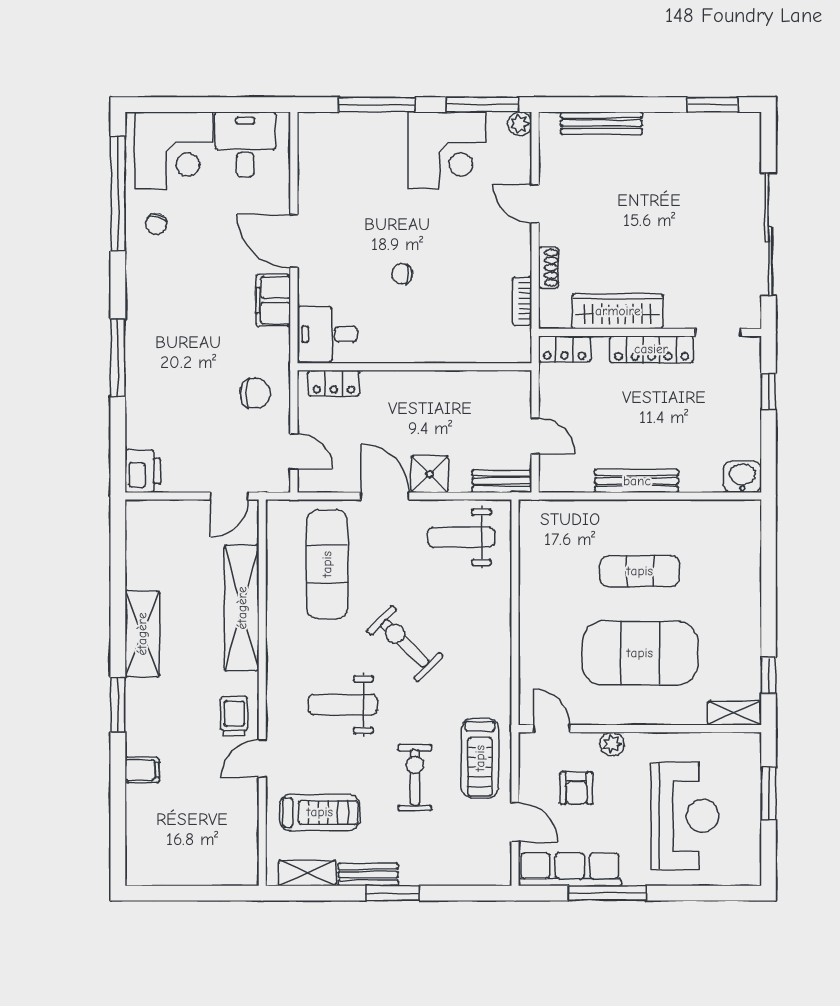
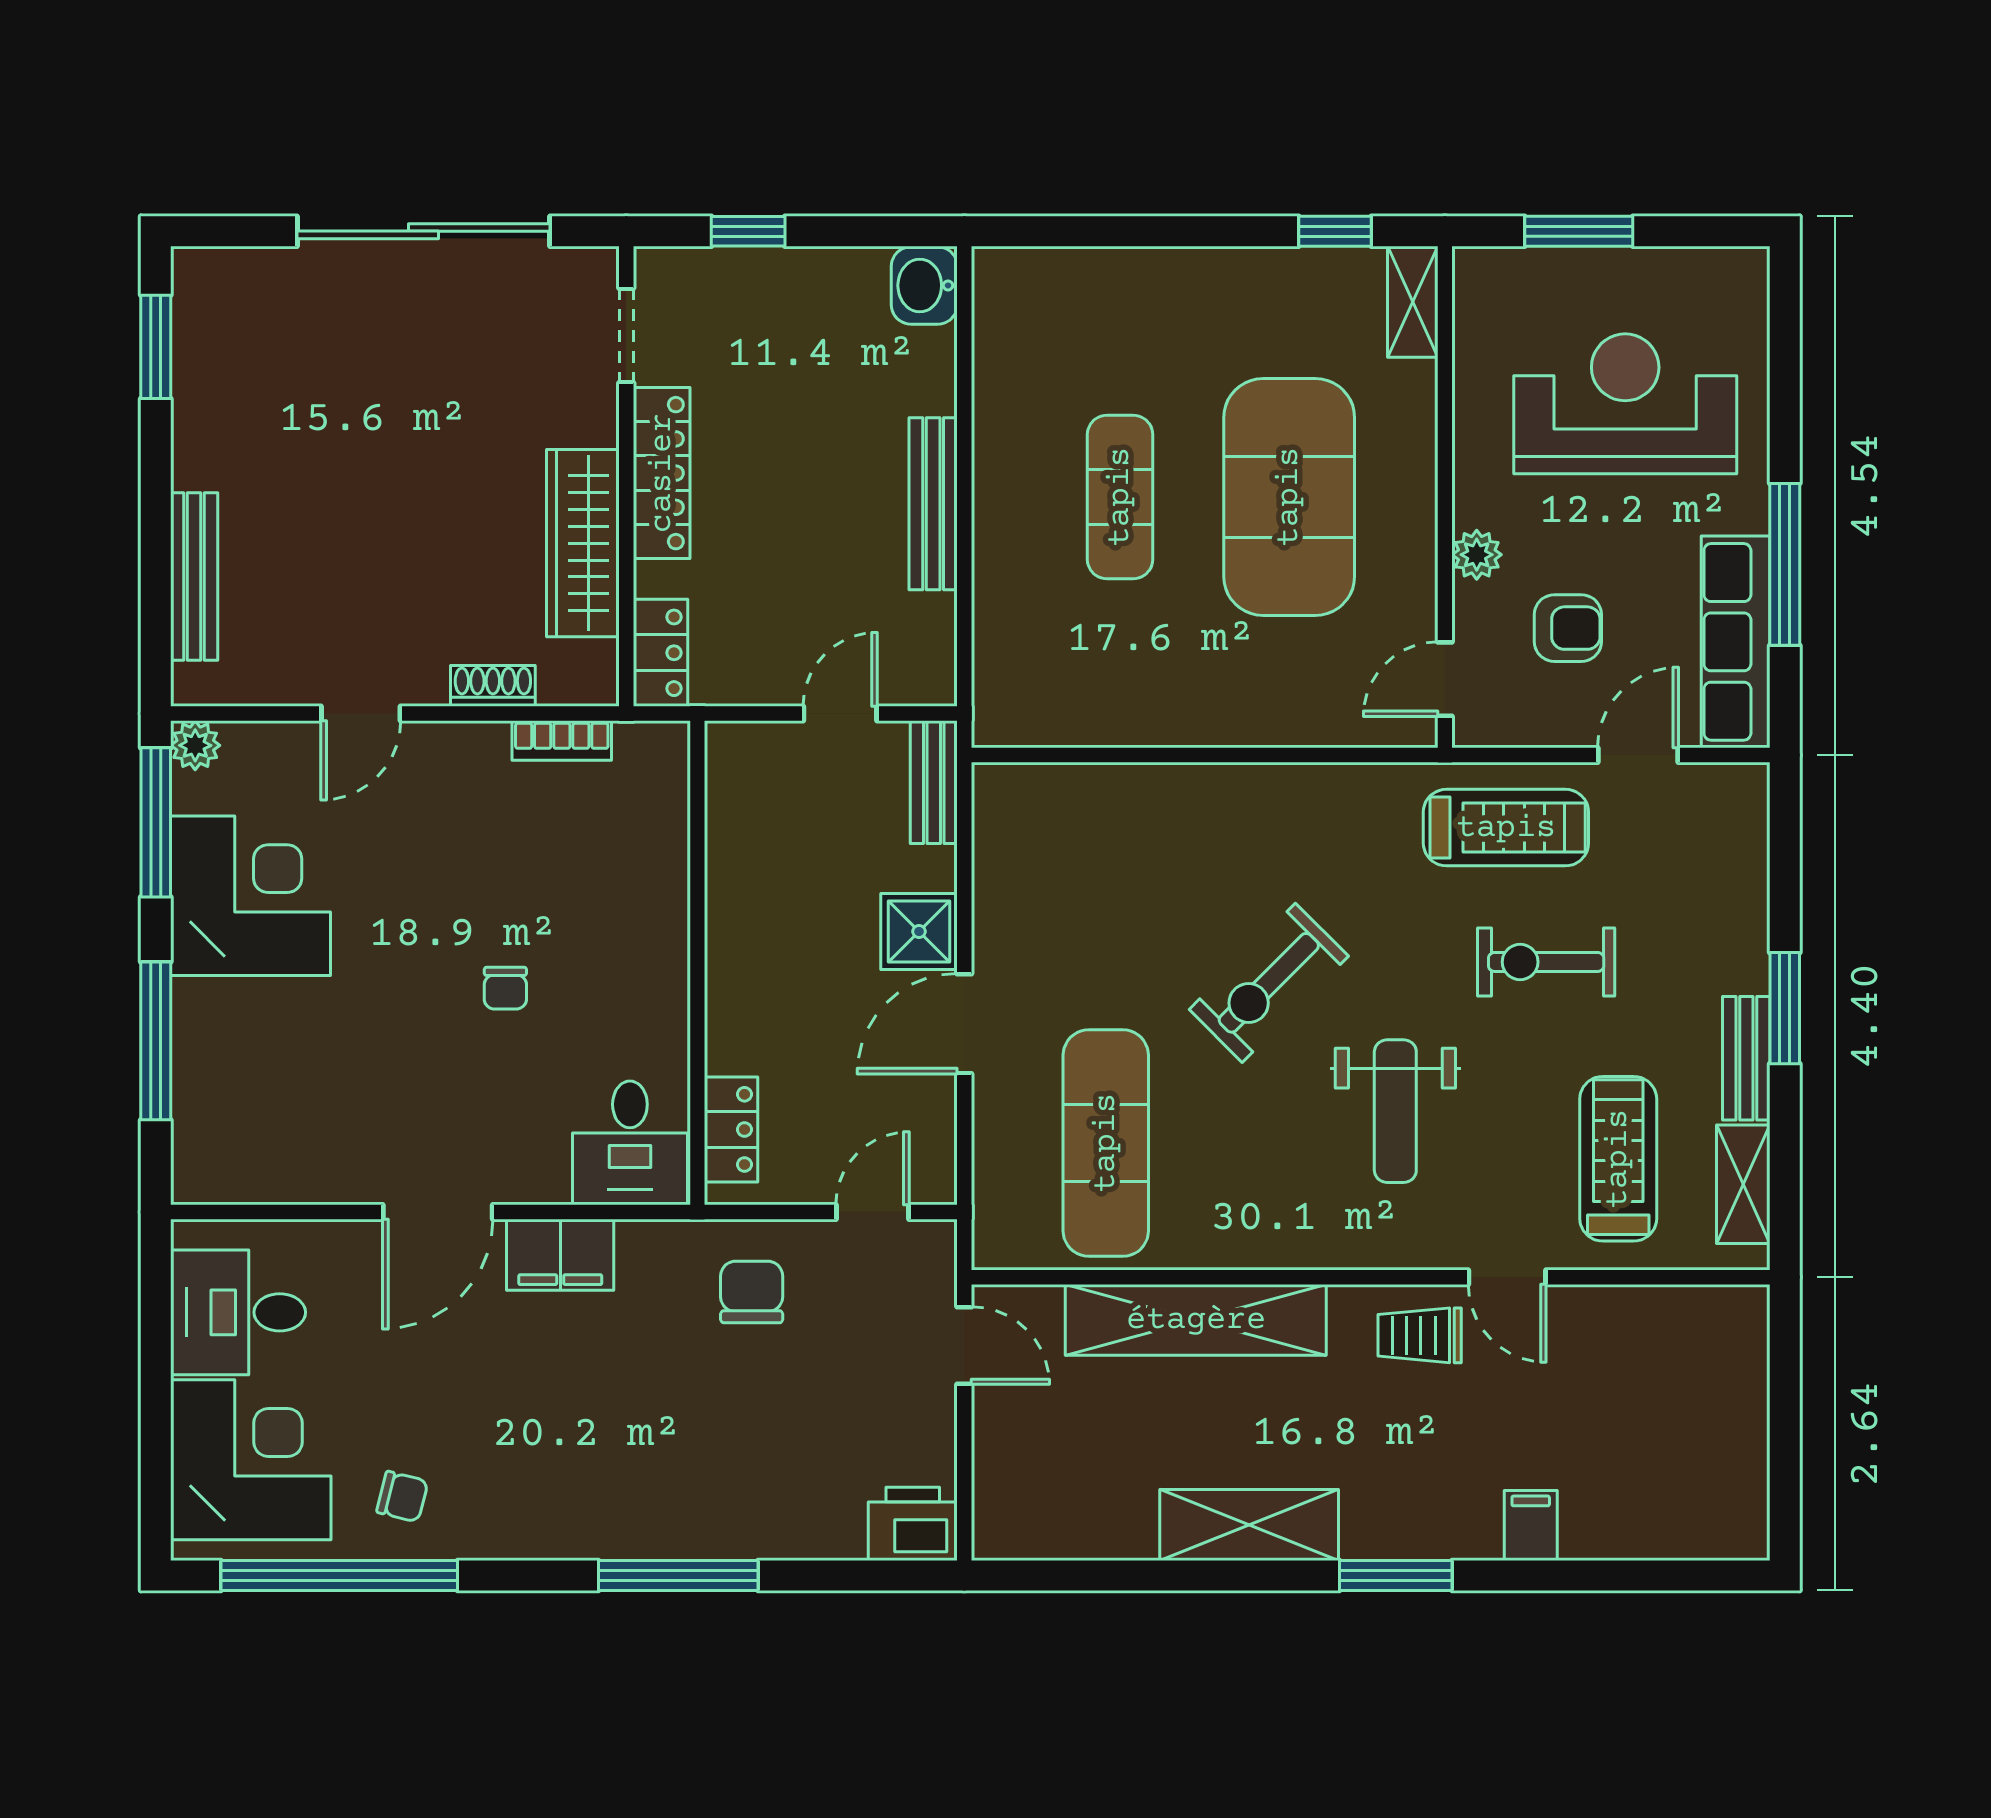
weight bench: (461, 537) -> (1050, 866), removed
exercise mat: (327, 564) -> (1106, 1143), turned 90

